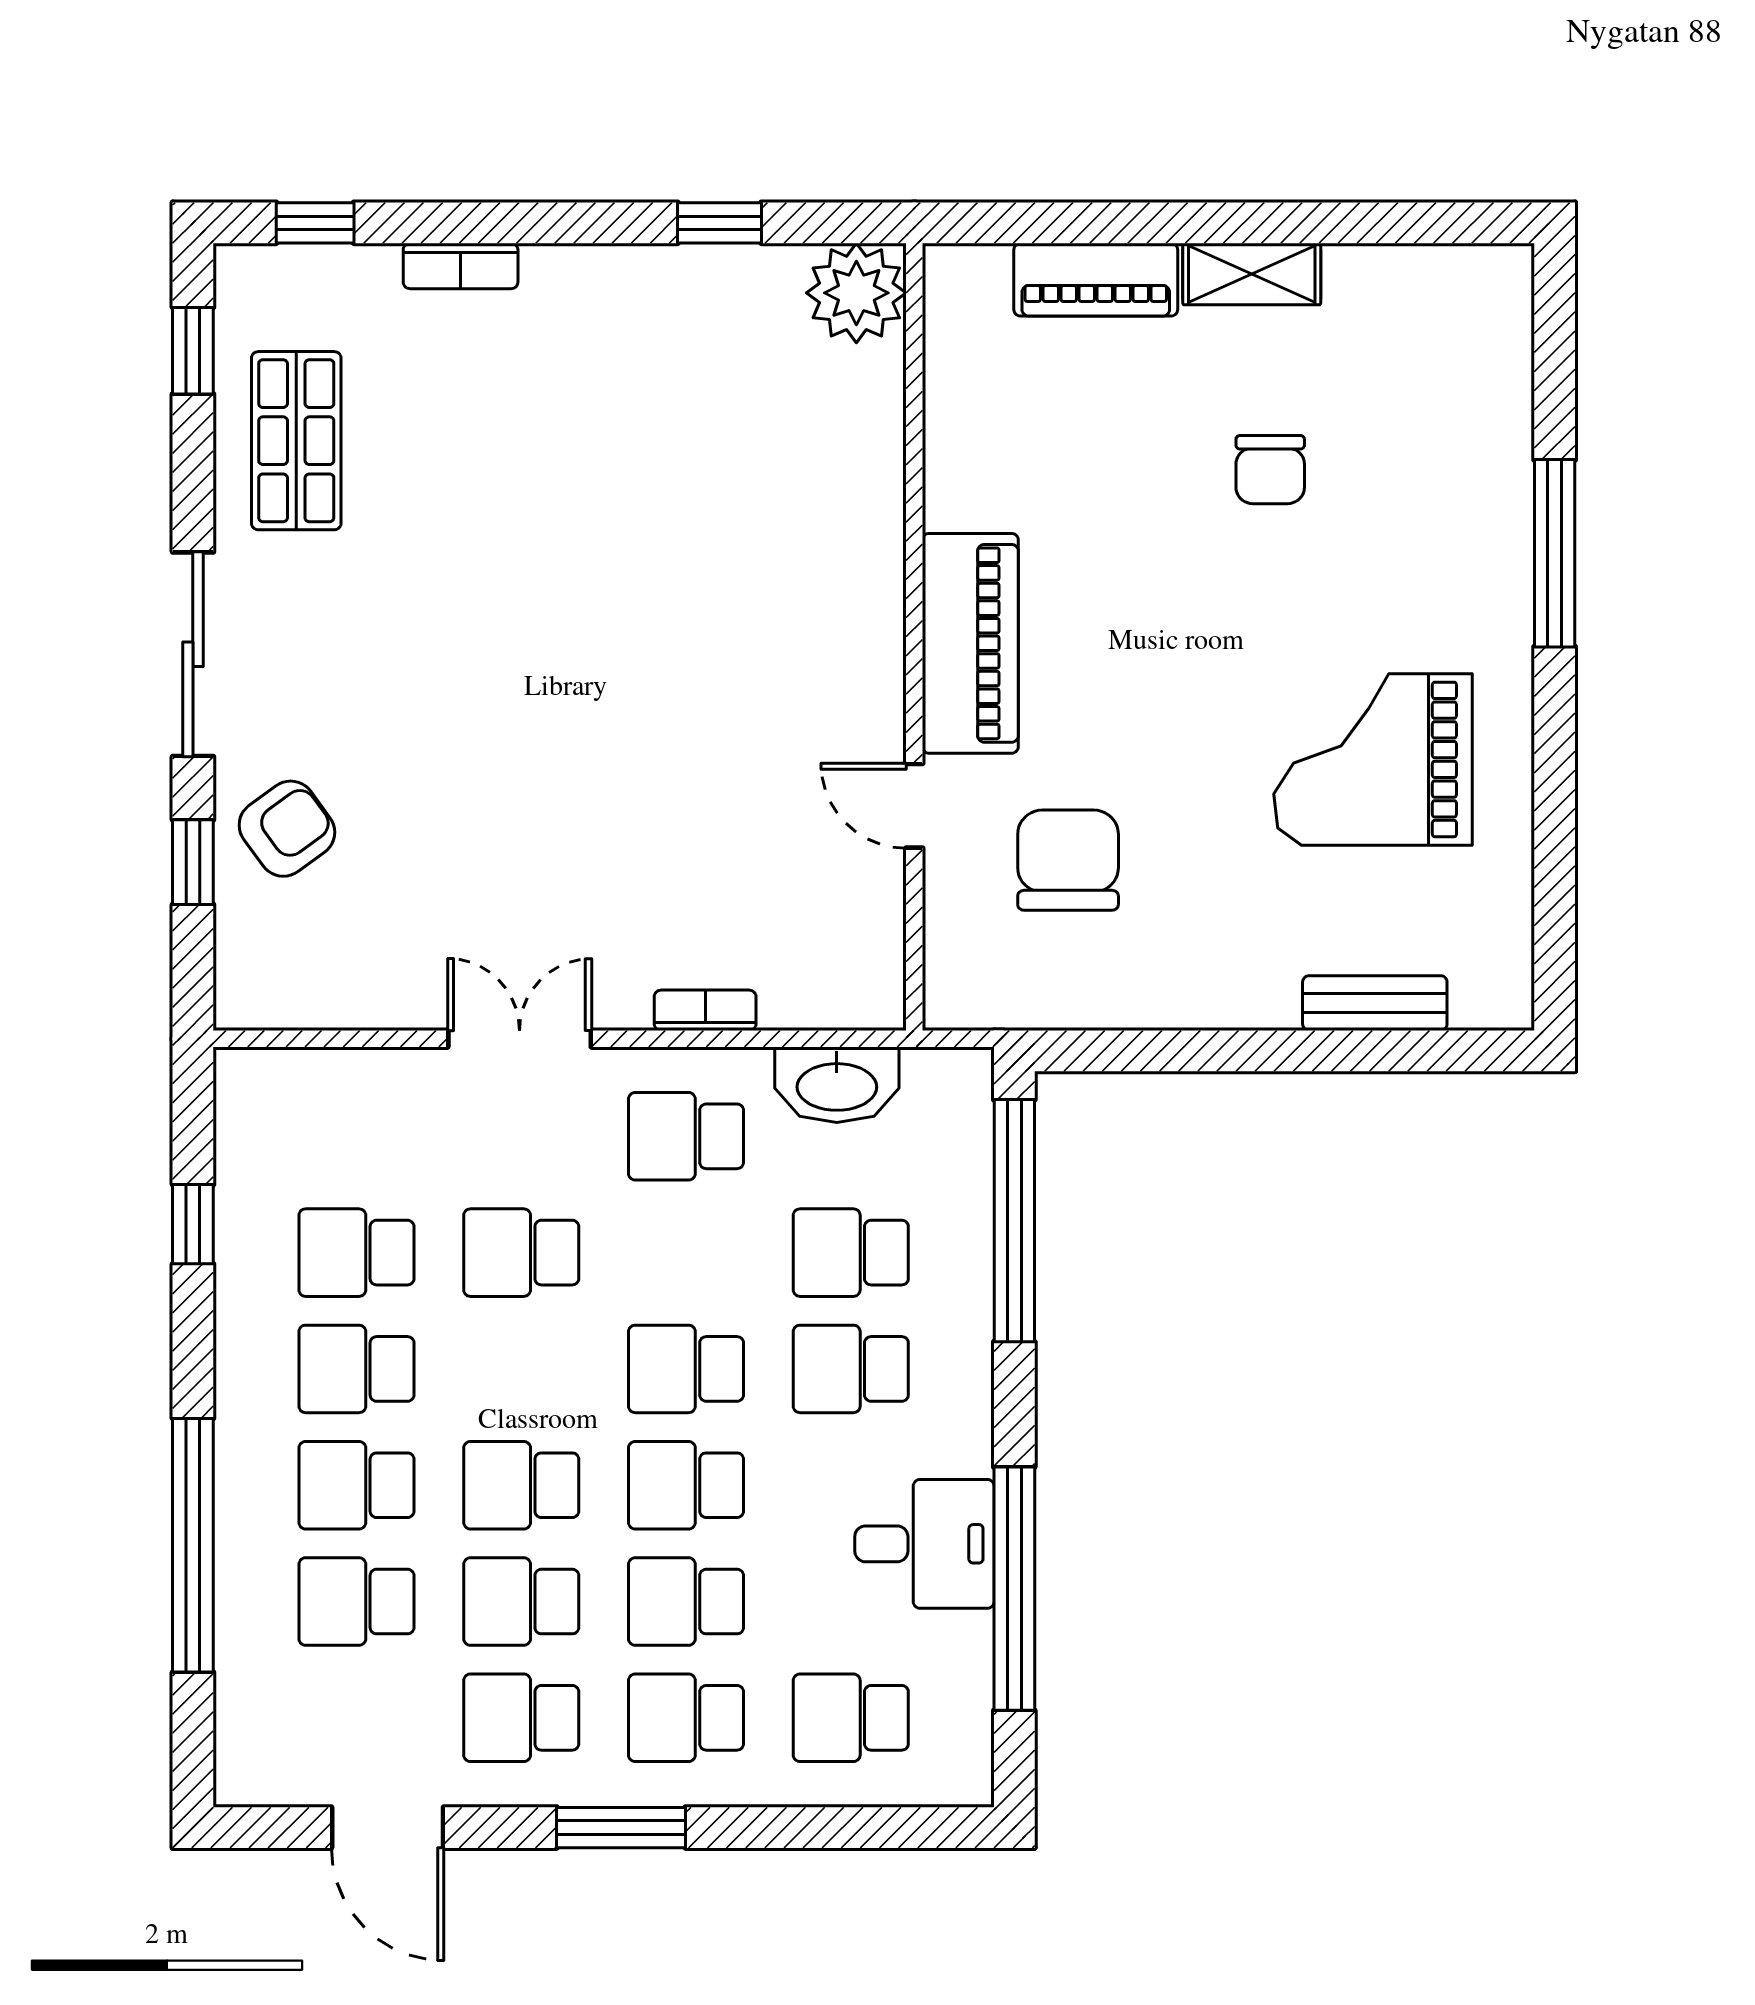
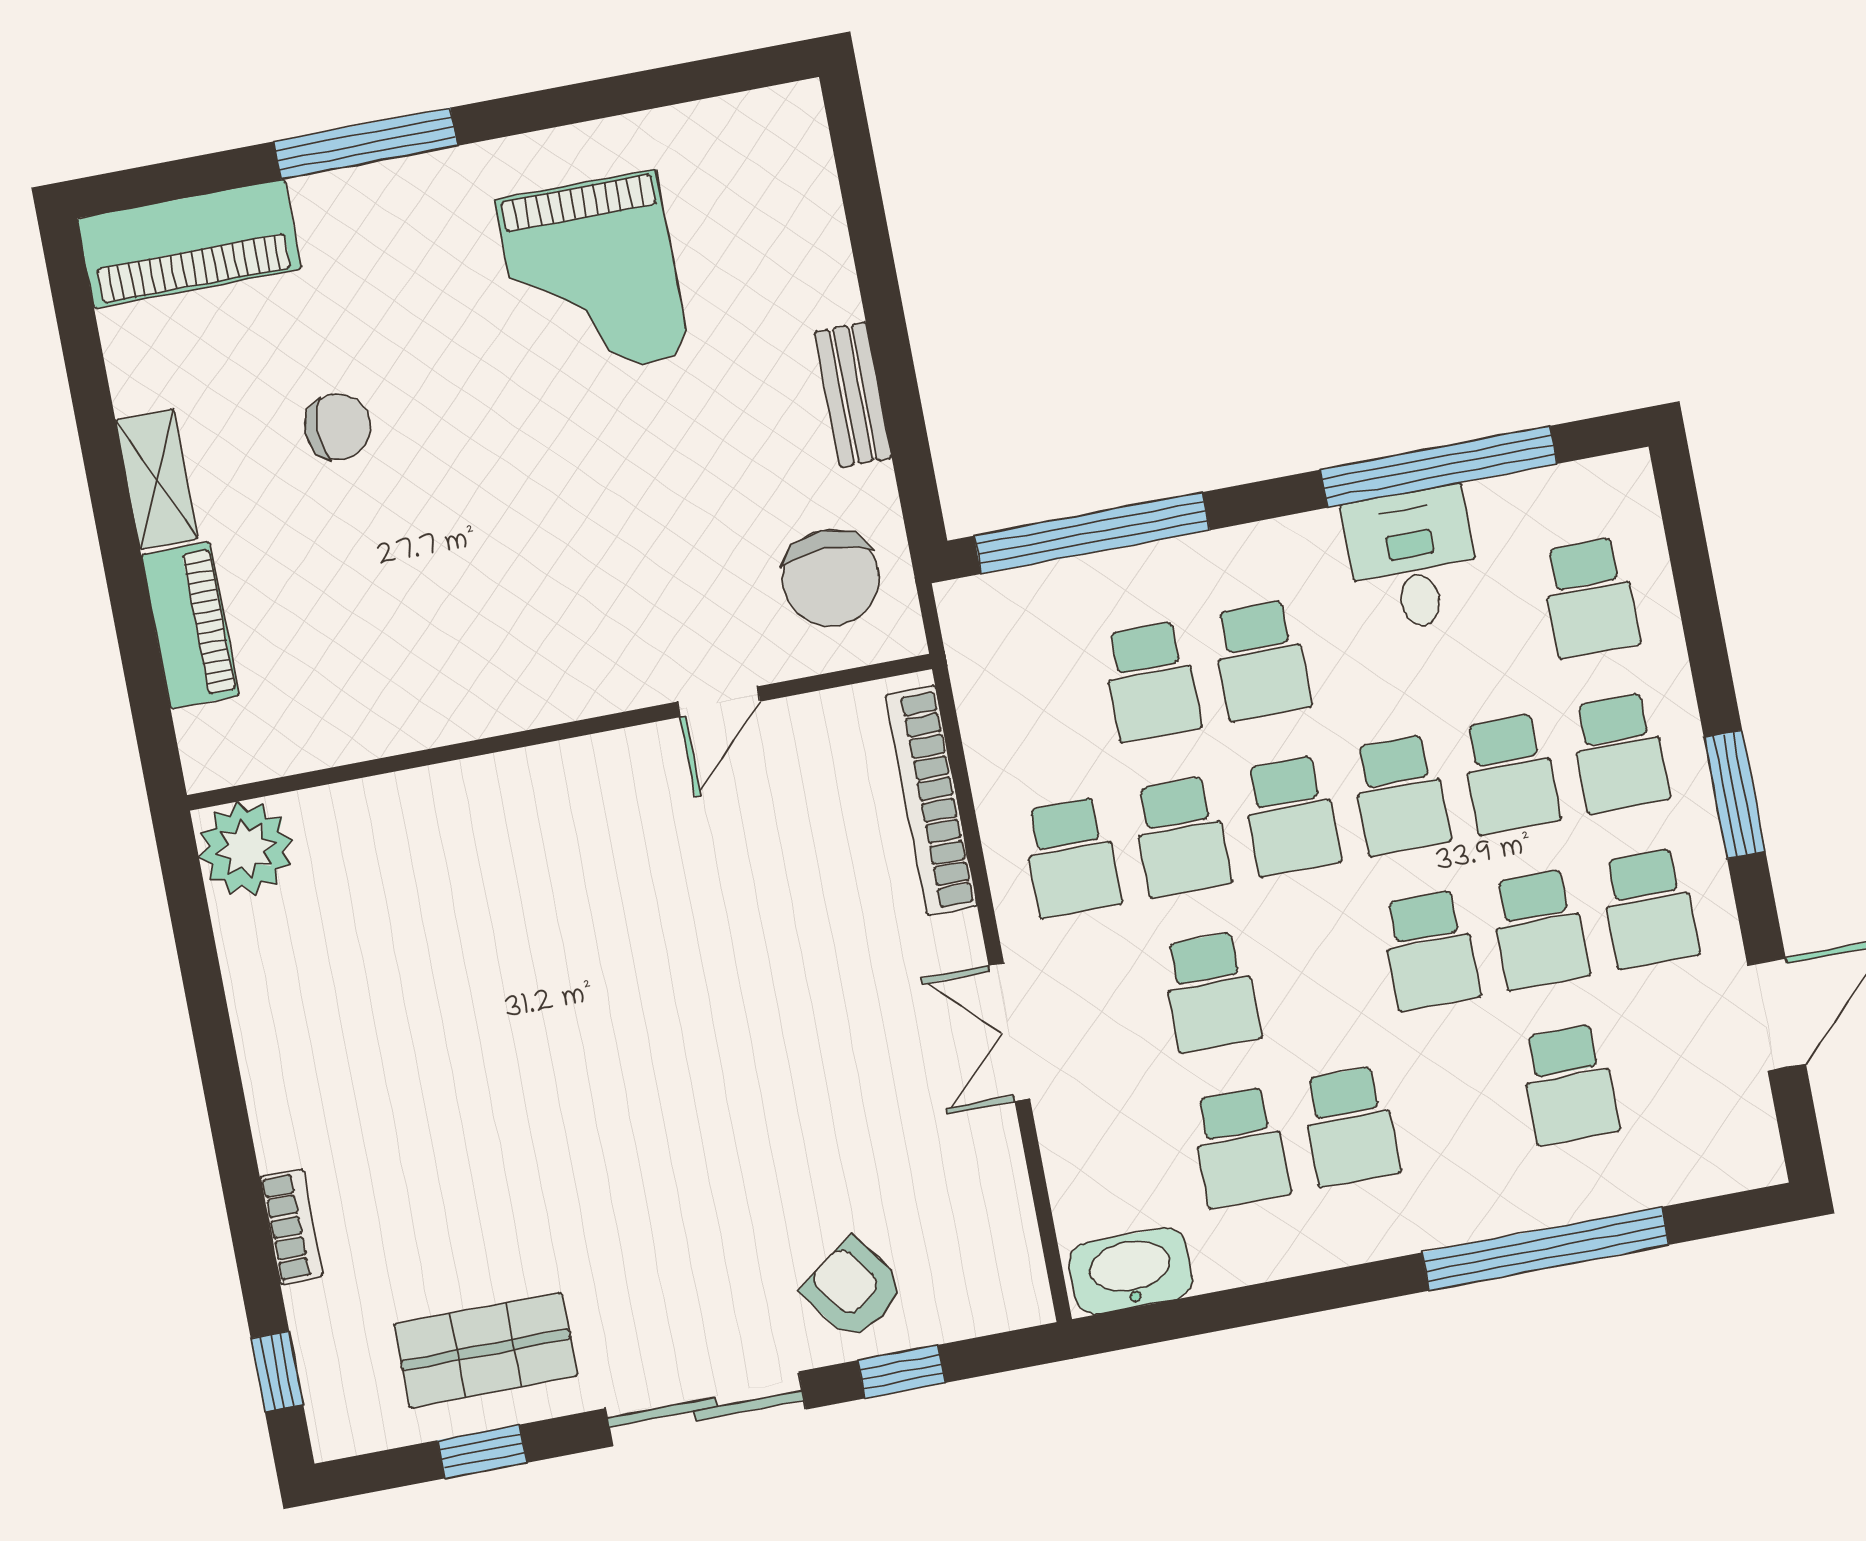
window: (720, 223) -> (204, 990), removed
window: (193, 351) -> (482, 1452), moved
piano: (970, 643) -> (189, 244), moved, turned 180
chair: (1068, 860) -> (831, 578), moved, turned -90
bench: (1375, 1003) -> (853, 395), moved
bookcase: (705, 1010) -> (931, 801), width x2.31, depth x1.31
washbasin: (837, 1085) -> (1131, 1271), moved, turned -90
window: (193, 1224) -> (1243, 1306), removed
school desk: (356, 1485) -> (1181, 837), moved

